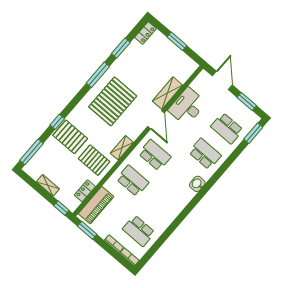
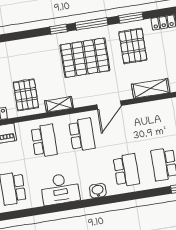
shelving: (167, 93) -> (151, 88), moved
desk: (187, 106) -> (60, 189), moved, turned 180
window: (57, 122) -> (59, 29), moved
pallet: (70, 137) -> (133, 46), moved

